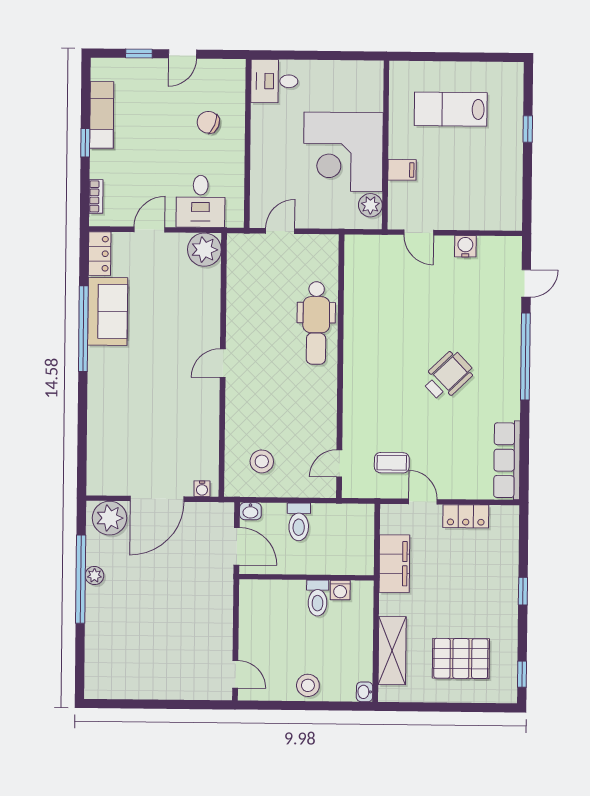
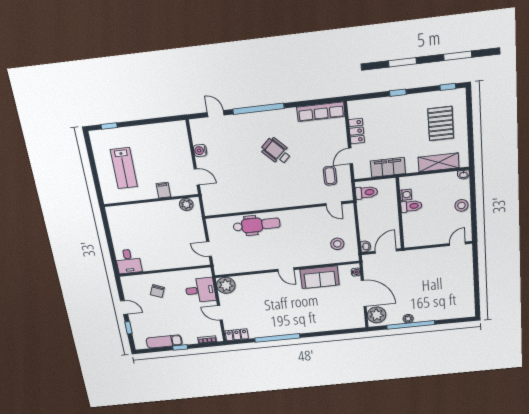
window: (528, 129) -> (109, 126), moved
corner desk: (343, 152) -> (159, 222), removed
door: (419, 232) -> (197, 177), hinge flipped
sofa: (108, 311) -> (320, 277), moved, turned 180
toilet: (299, 522) -> (366, 193), moved

